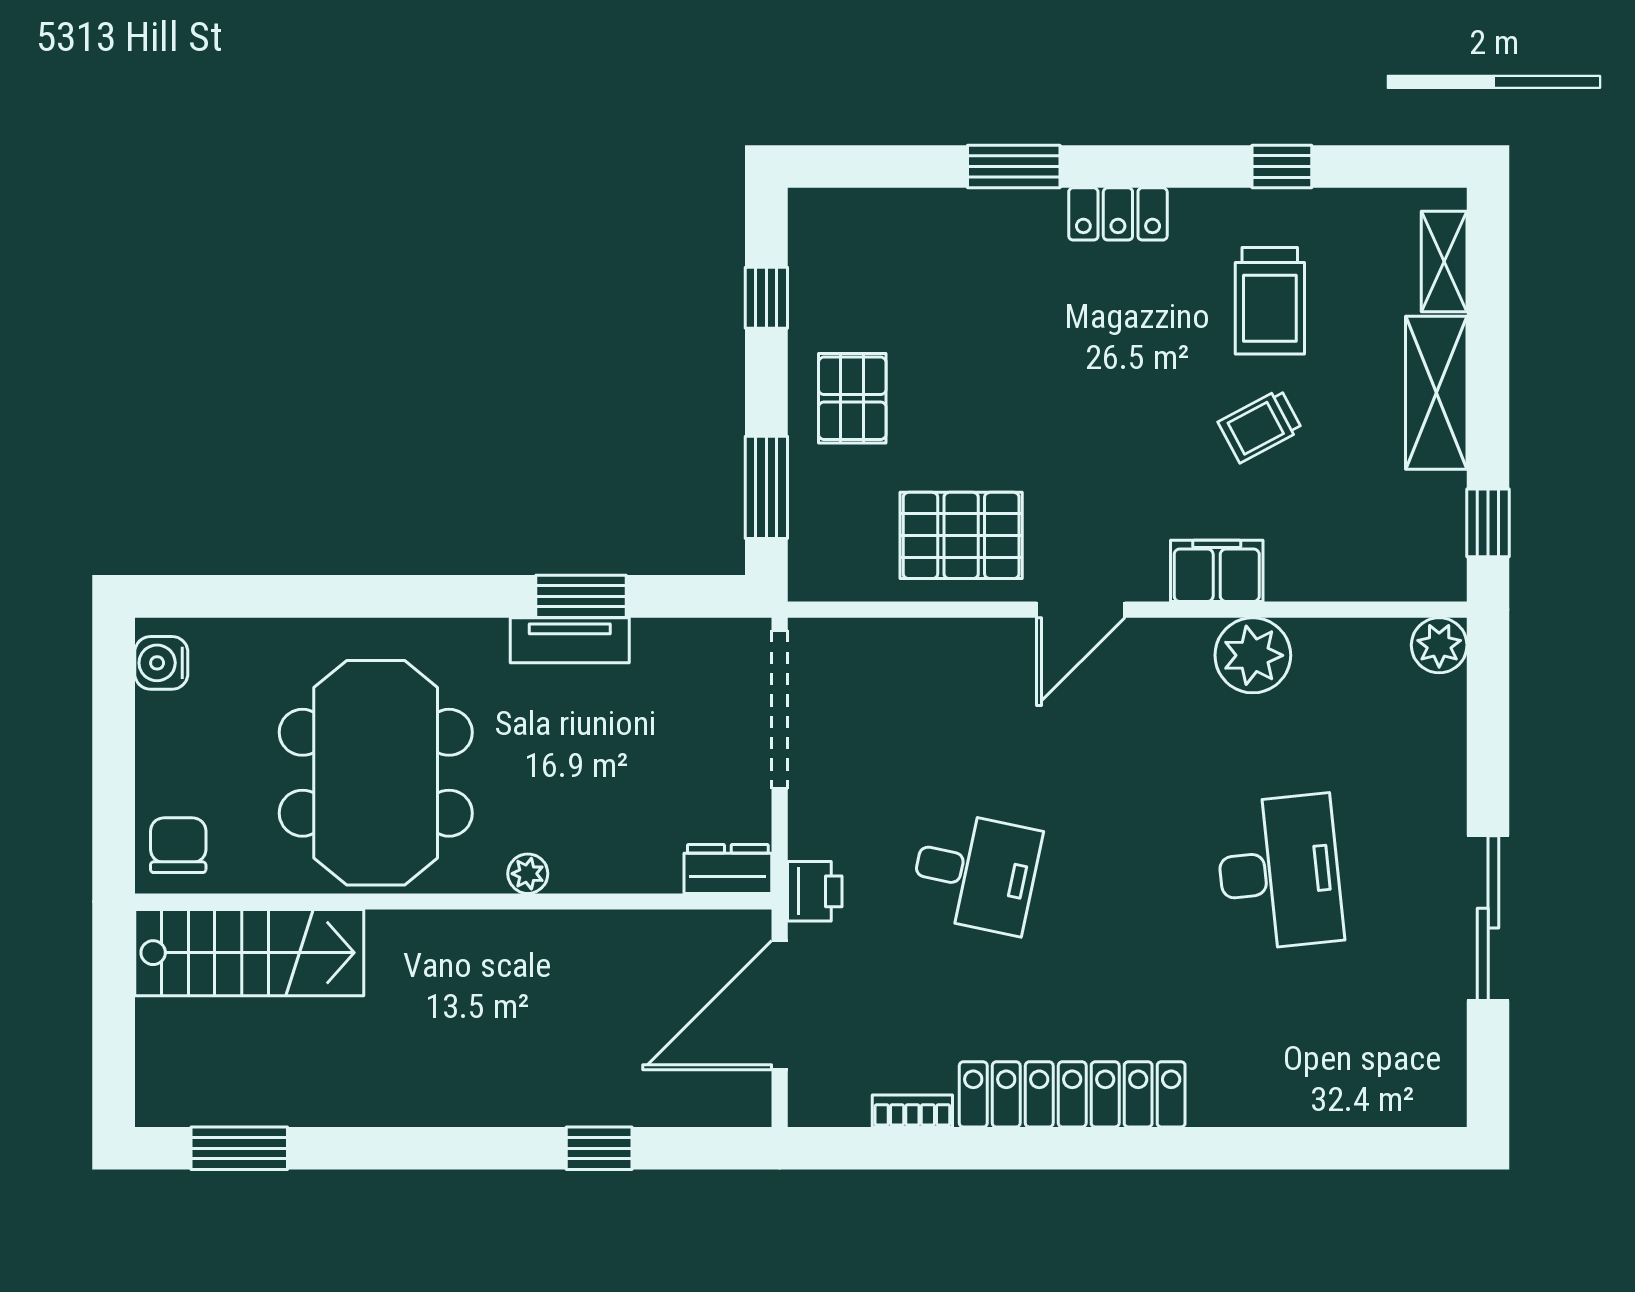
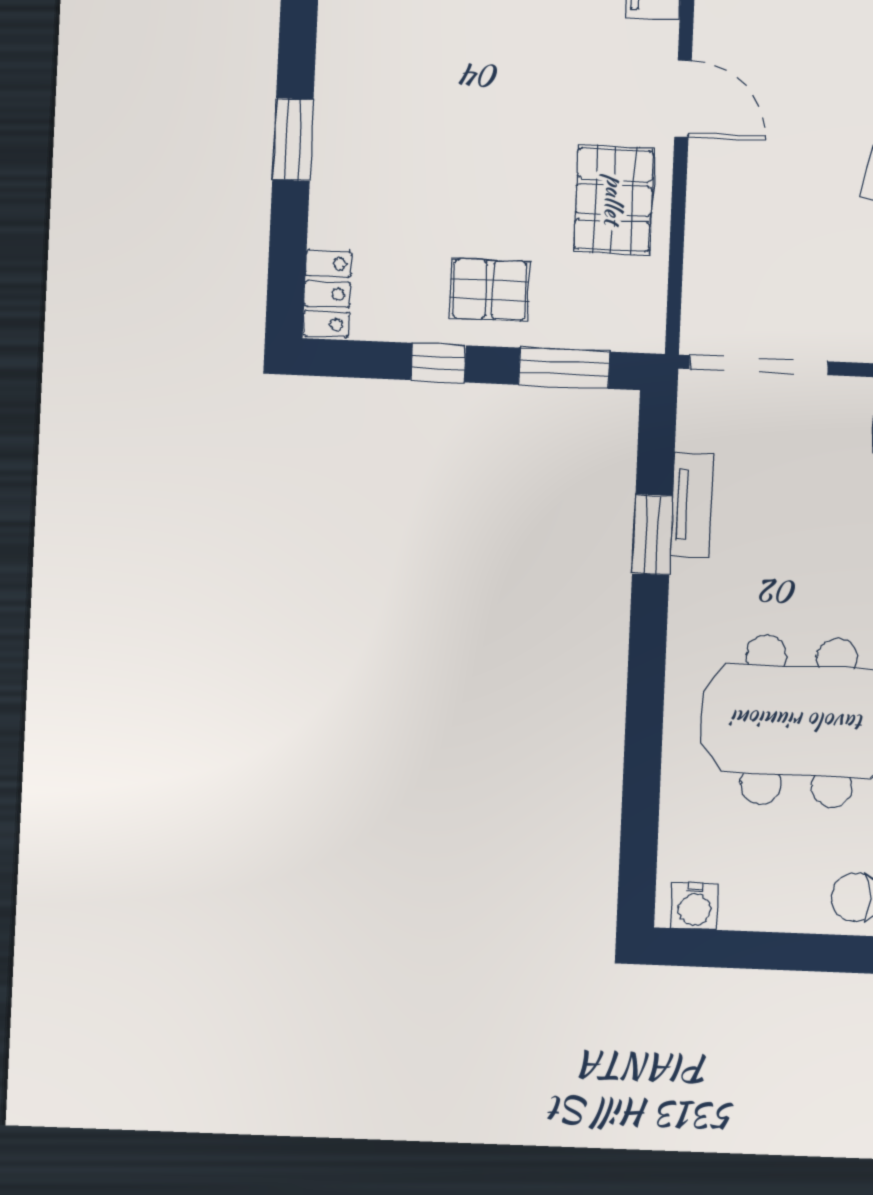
locker: (1118, 214) -> (327, 294), moved
window: (766, 298) -> (438, 363), moved
tv unit: (570, 640) -> (692, 505), moved

